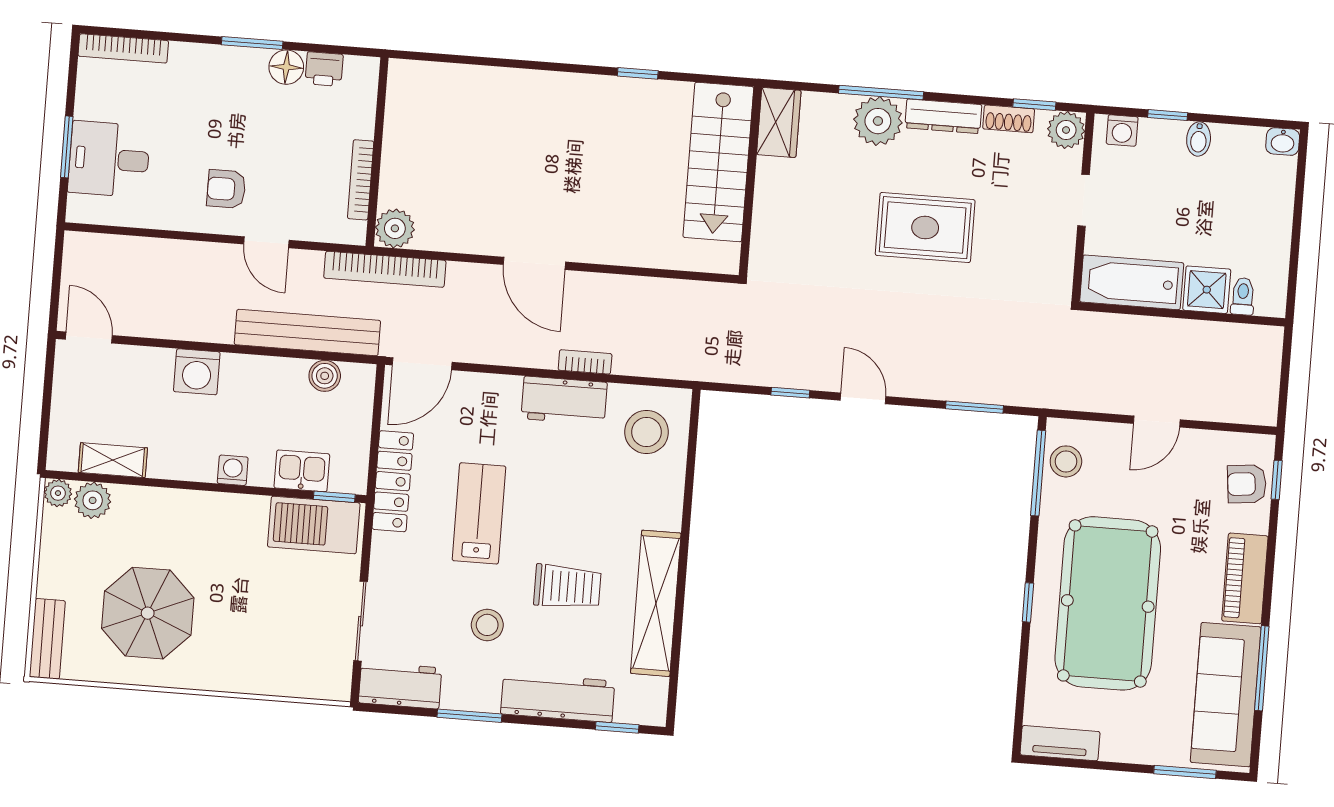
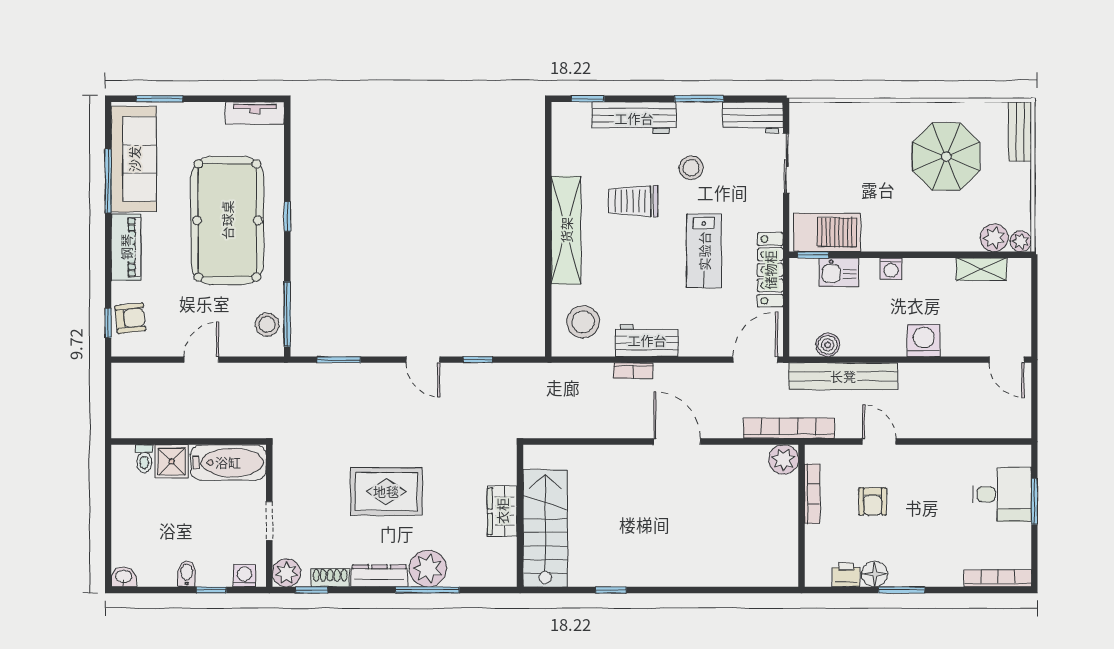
wardrobe: (779, 122) -> (502, 511), moved
armchair: (226, 189) -> (873, 501), moved, turned 90
shelving: (656, 603) -> (566, 230), moved

